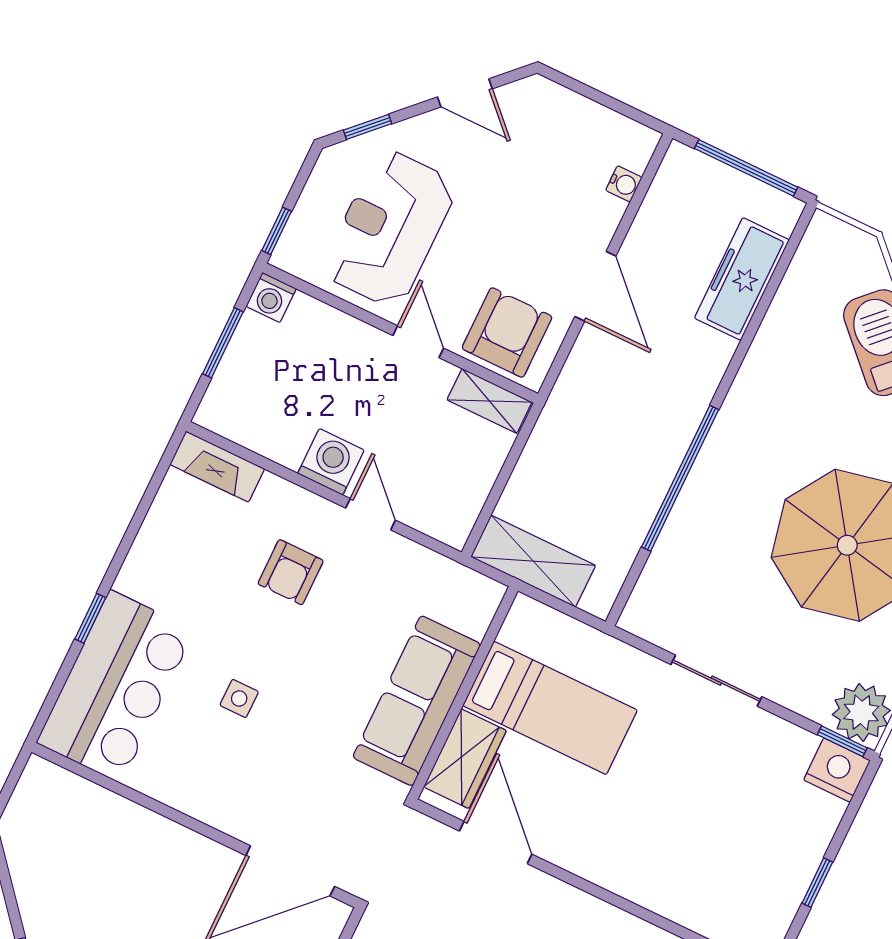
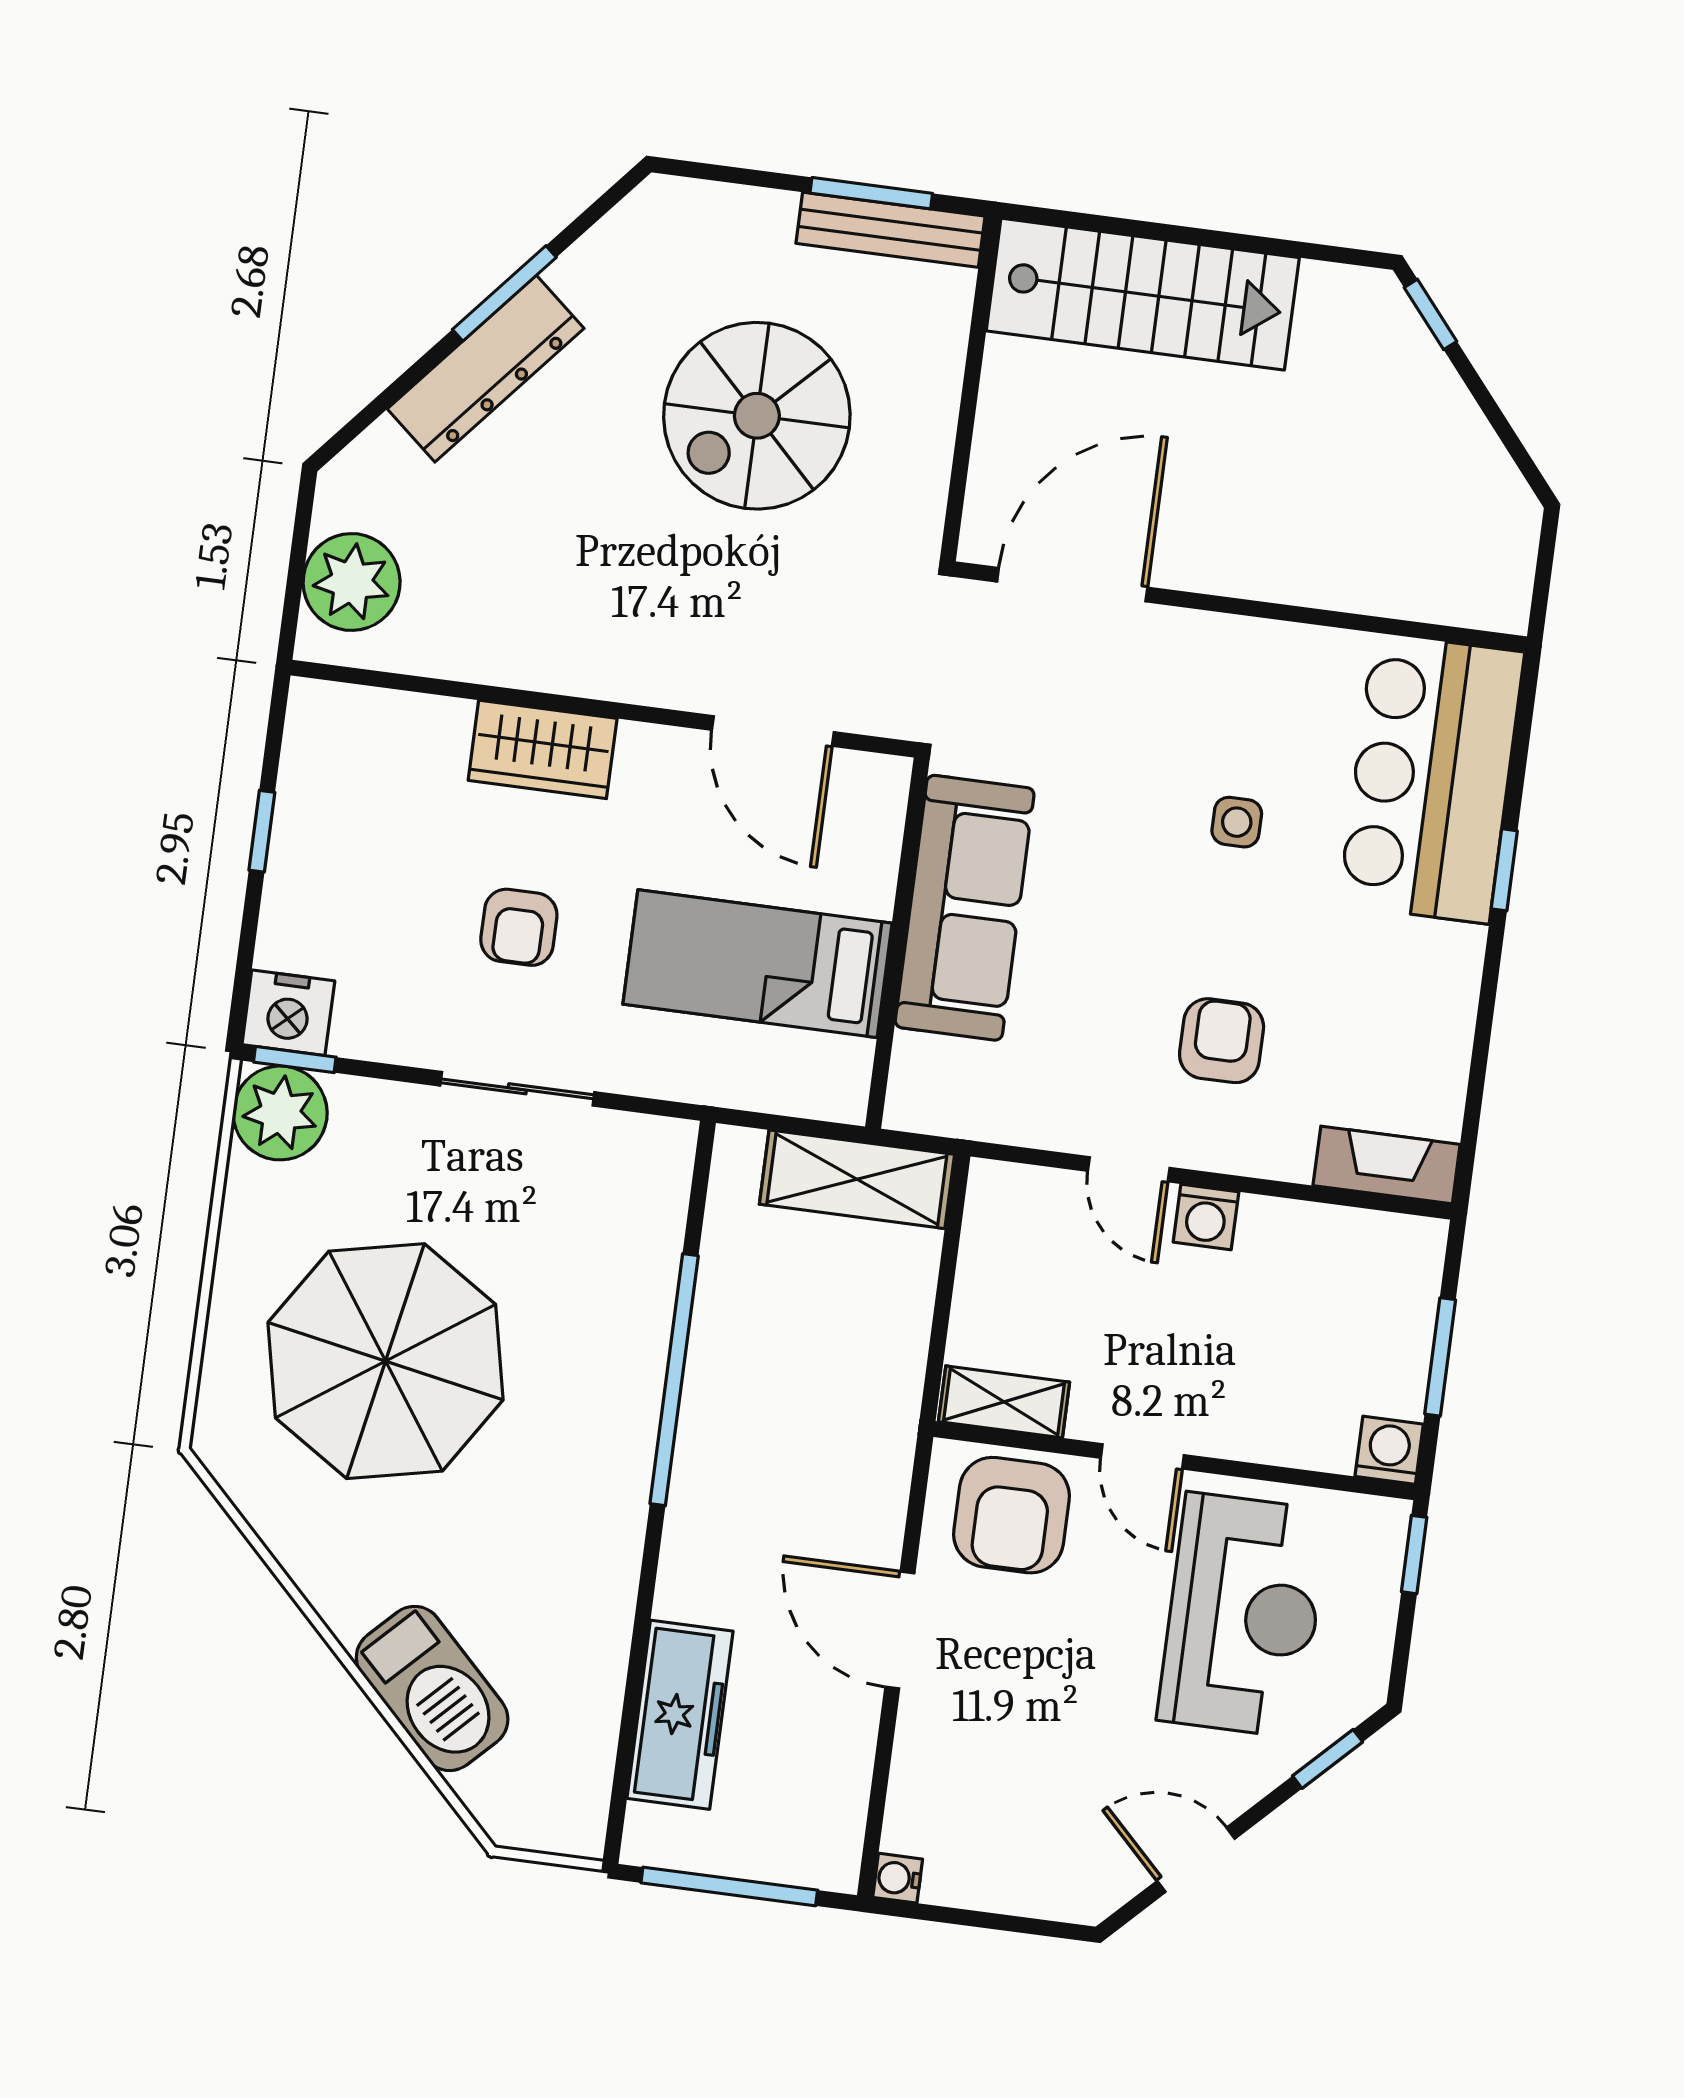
water cooler: (624, 184) -> (898, 1878), moved
washing machine: (331, 462) -> (1206, 1217), width x0.73, depth x0.73
wardrobe: (465, 759) -> (543, 749), moved, turned -90
armchair: (684, 776) -> (519, 927), added

